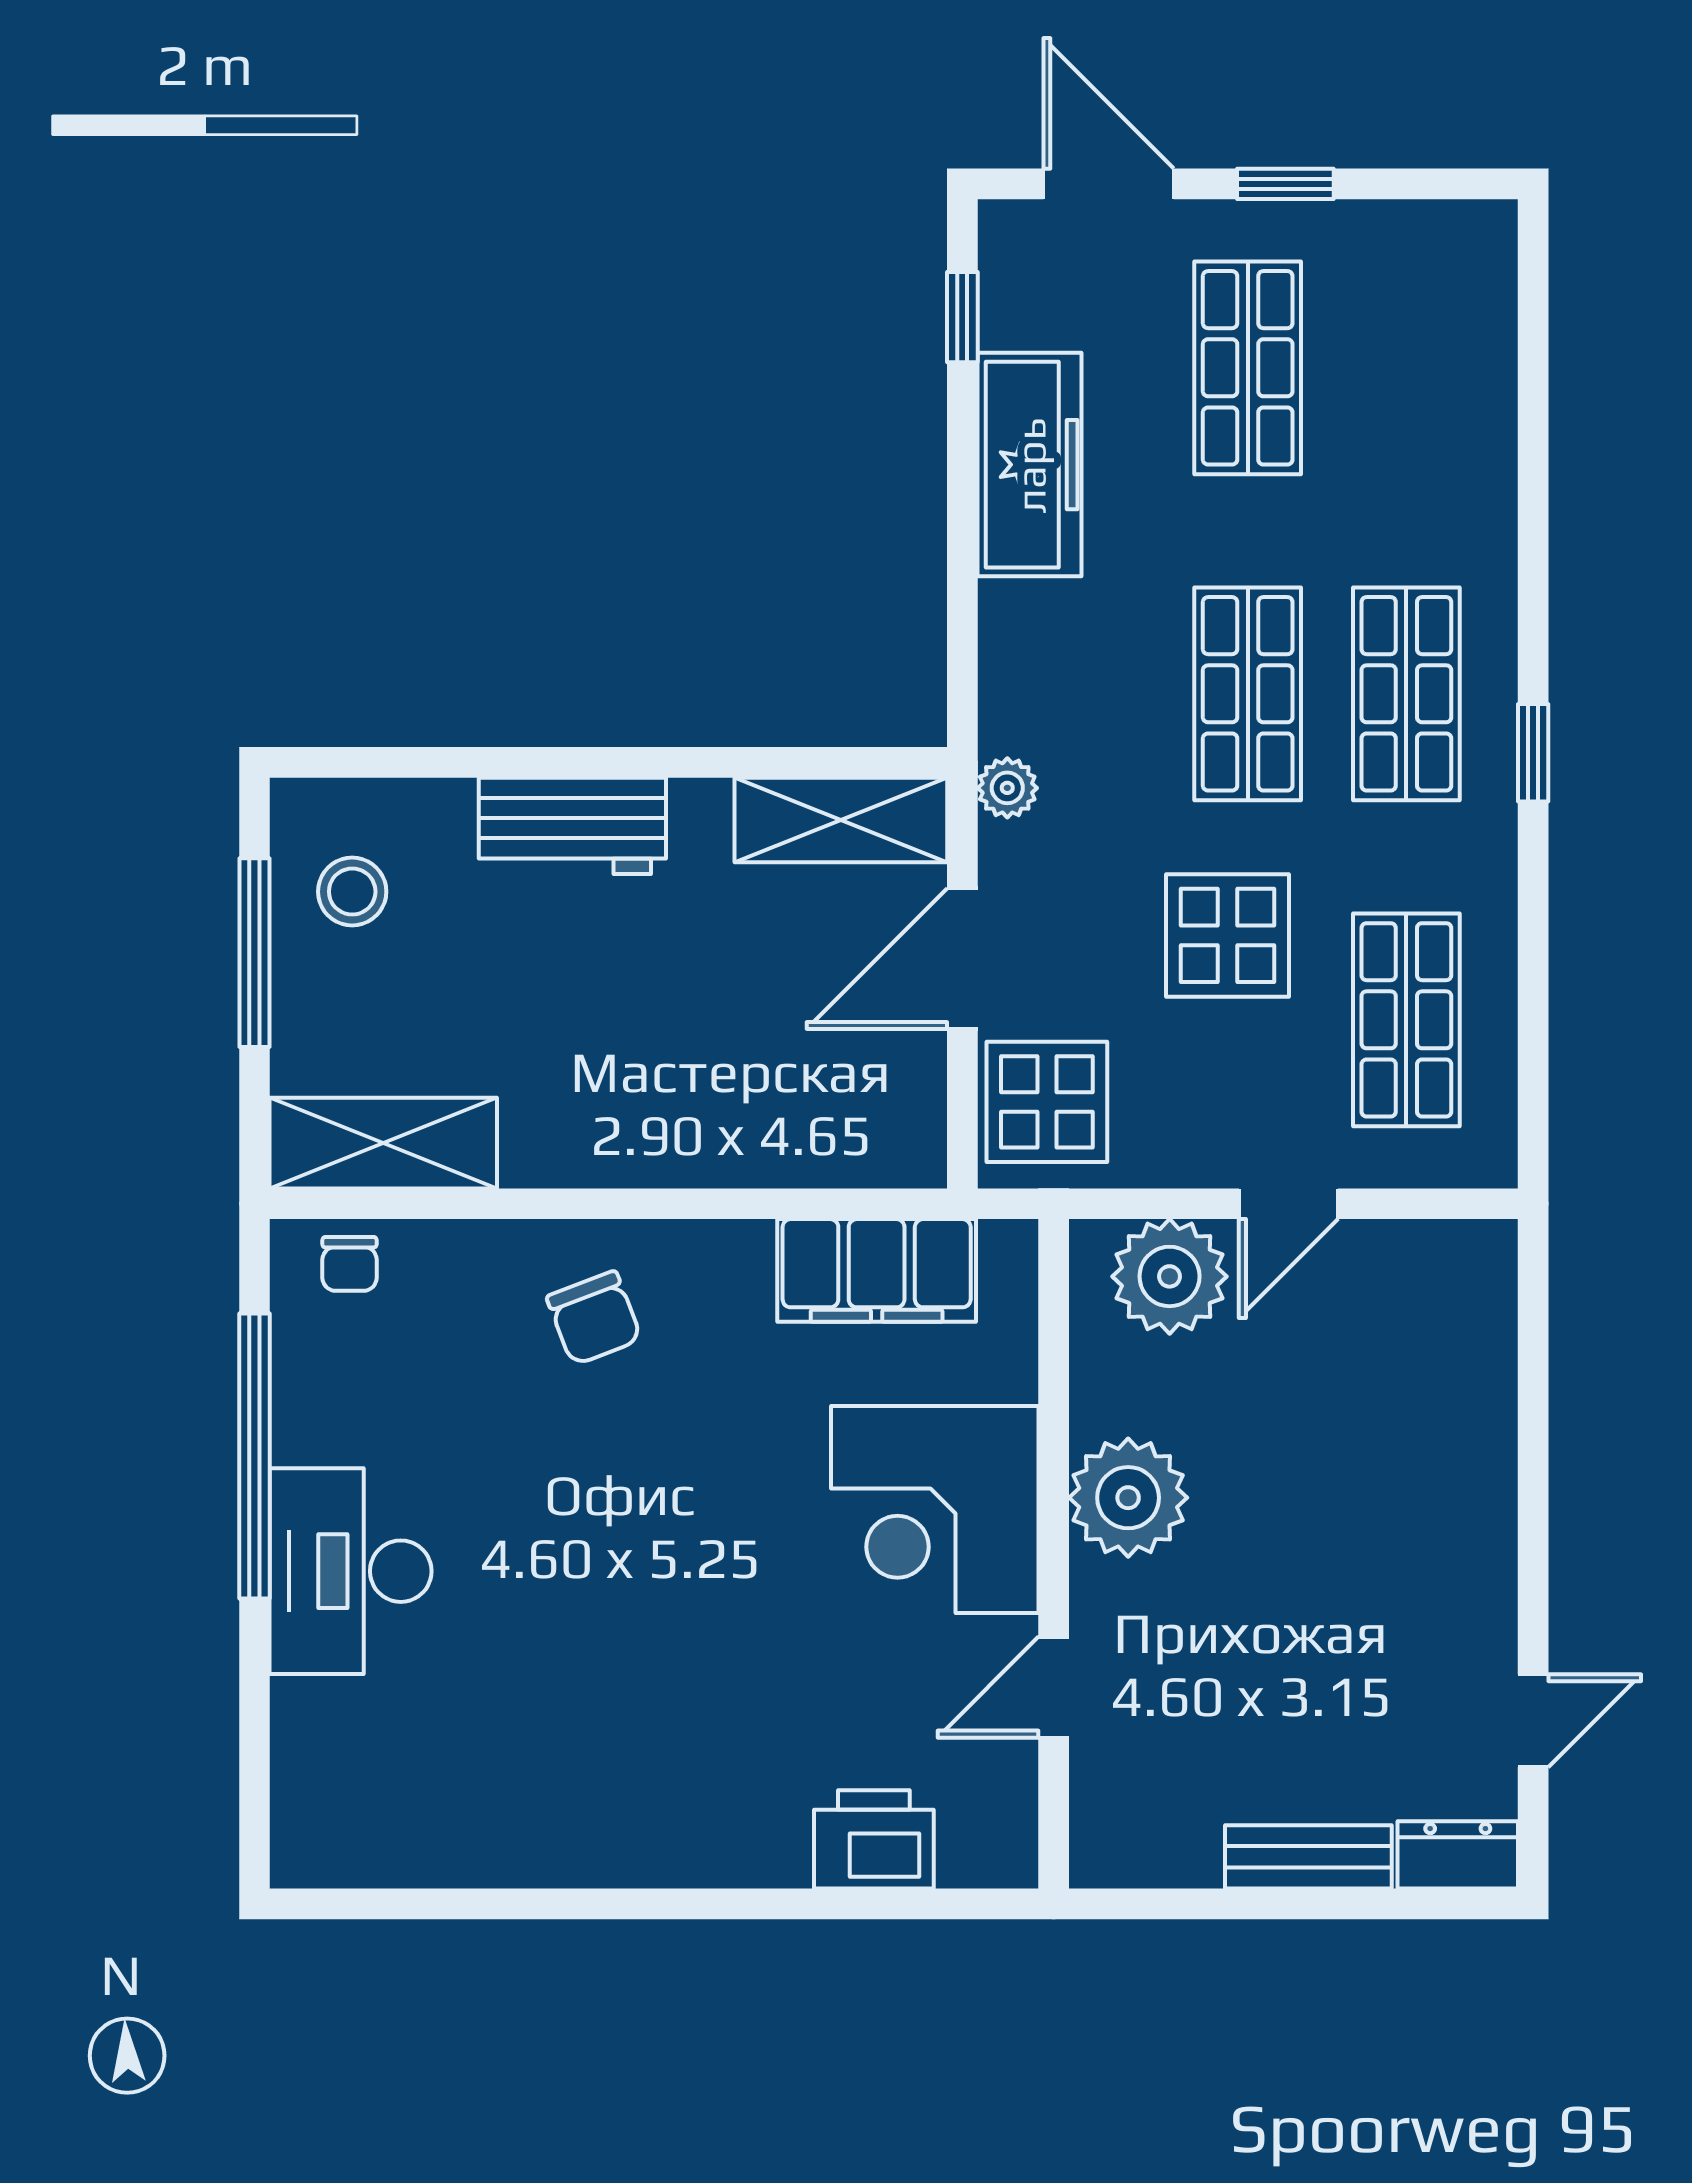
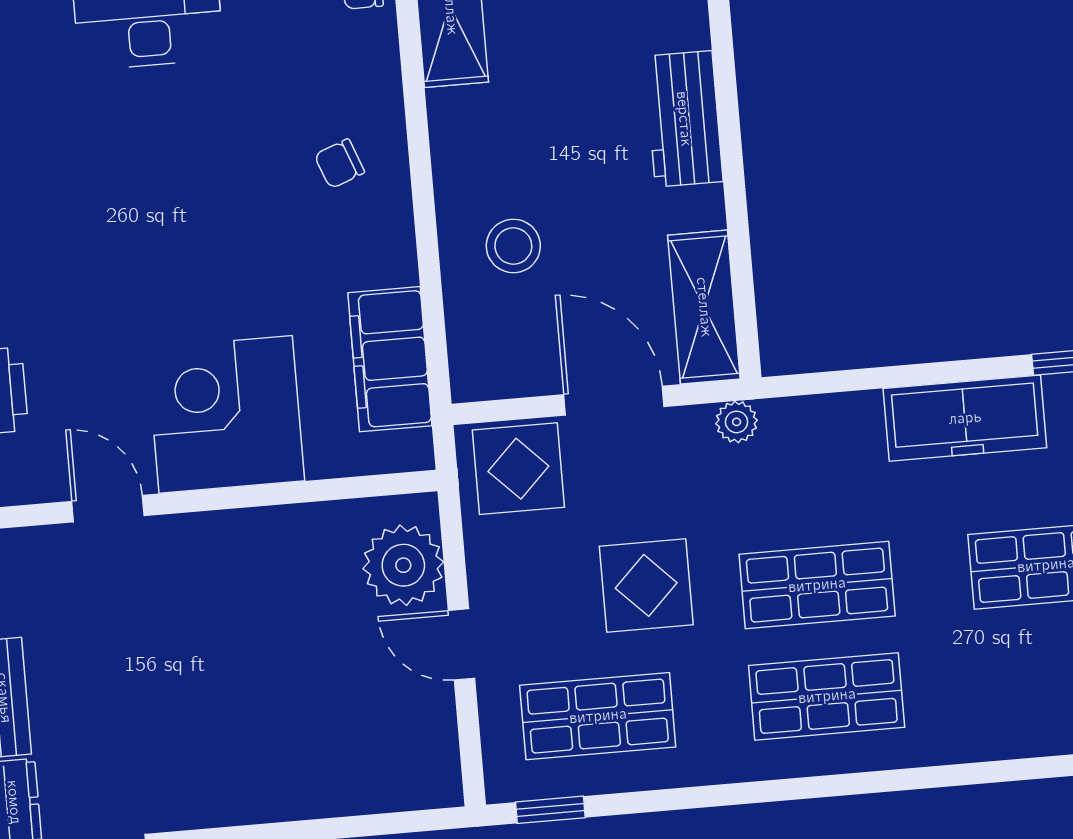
window: (1533, 753) -> (550, 810), moved
stool: (732, 1082) -> (513, 246), added
chair: (594, 1318) -> (339, 164), width x0.73, depth x0.73
plant: (1128, 1498) -> (245, 549), removed

